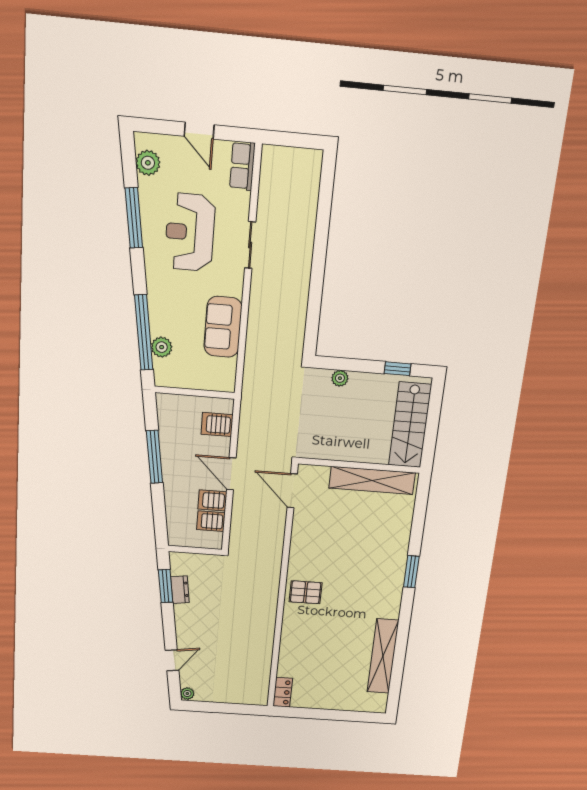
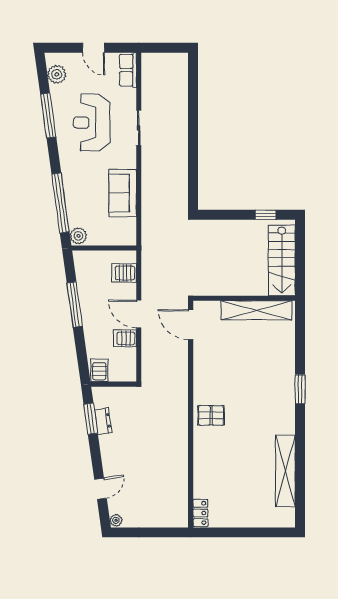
plant: (162, 347) -> (78, 236), moved
plant: (340, 378) -> (220, 226), removed
server rack: (211, 521) -> (99, 370), moved, turned 90

